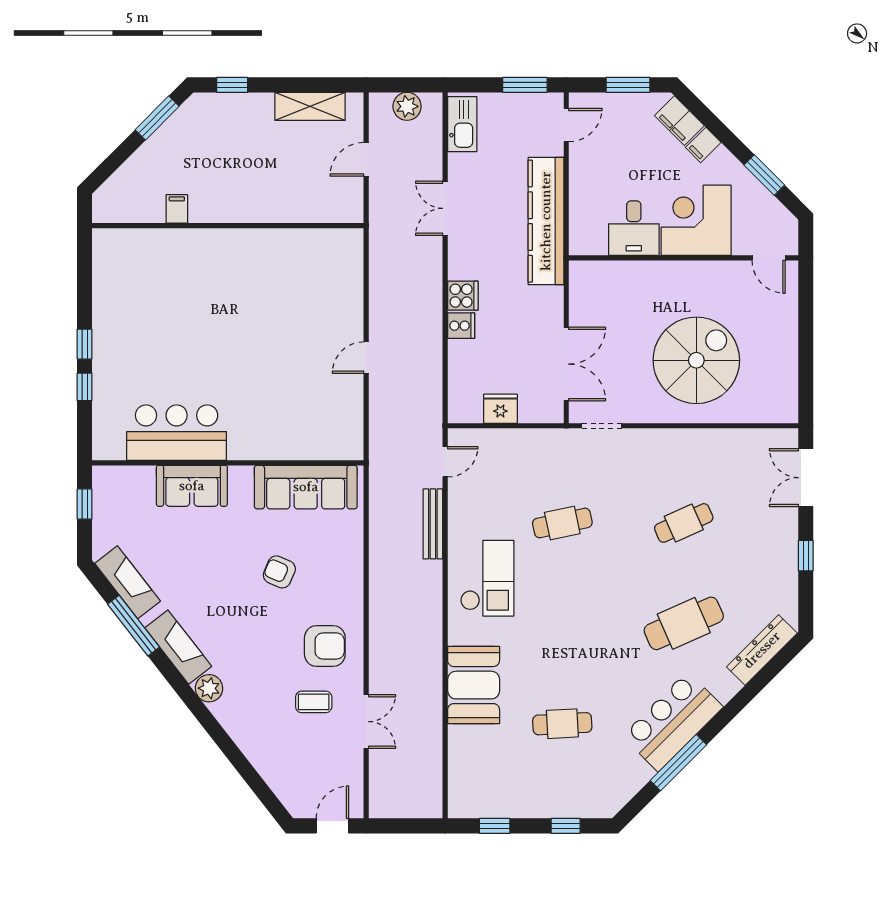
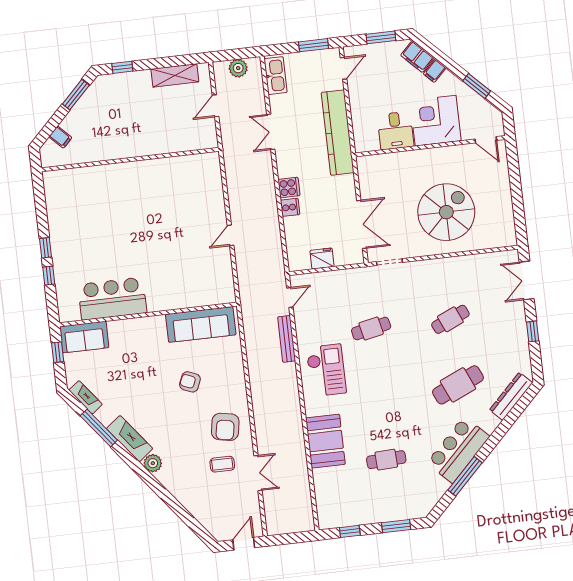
filing cabinet: (177, 209) -> (60, 137), moved, turned 135
sofa: (192, 486) -> (84, 337), moved
fireplace: (128, 582) -> (86, 397), width x0.73, depth x0.76
armchair: (325, 646) -> (225, 427), turned 100
window: (566, 826) -> (396, 526), width x1.50

